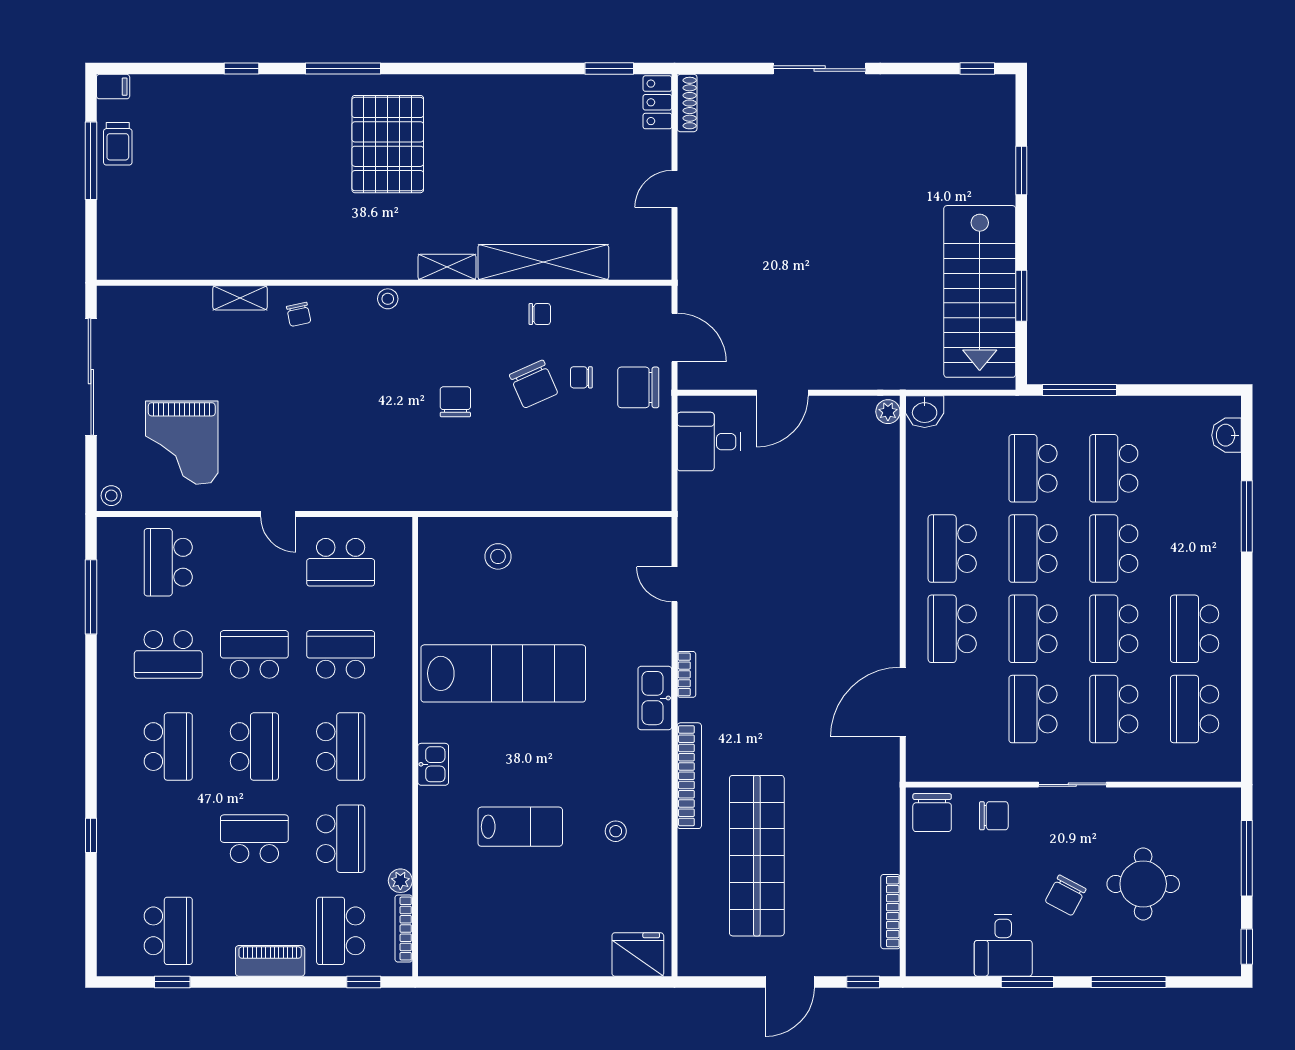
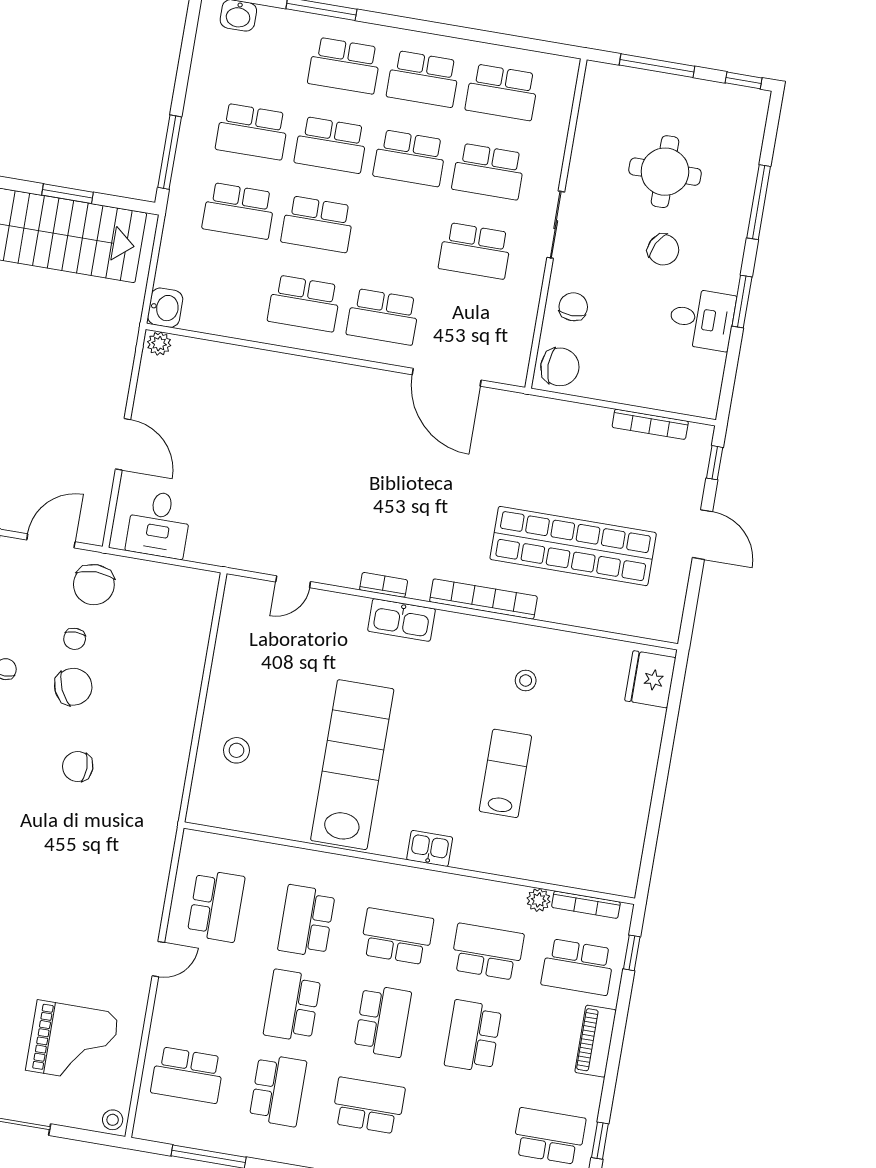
school desk: (1033, 629) -> (344, 66), moved
school desk: (254, 747) -> (383, 1021), turned 90

